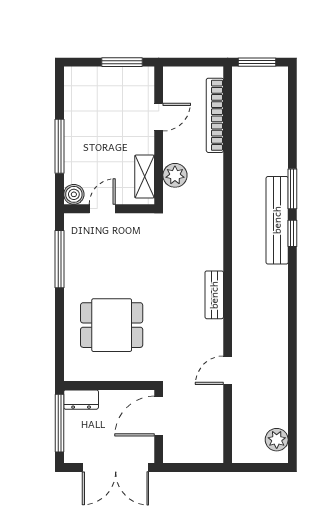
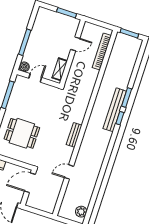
plant: (175, 175) -> (74, 73), removed

